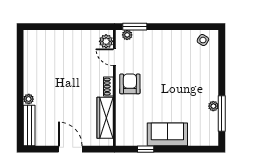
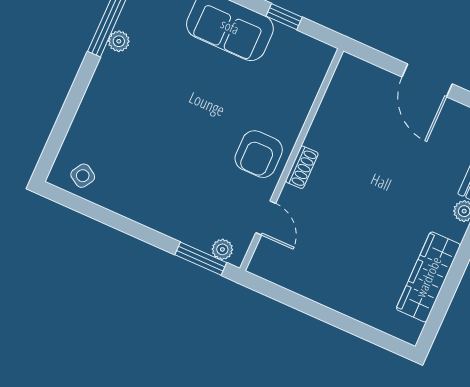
plant: (106, 41) -> (268, 255), removed
wardrobe: (105, 118) -> (428, 277), moved, turned 180

